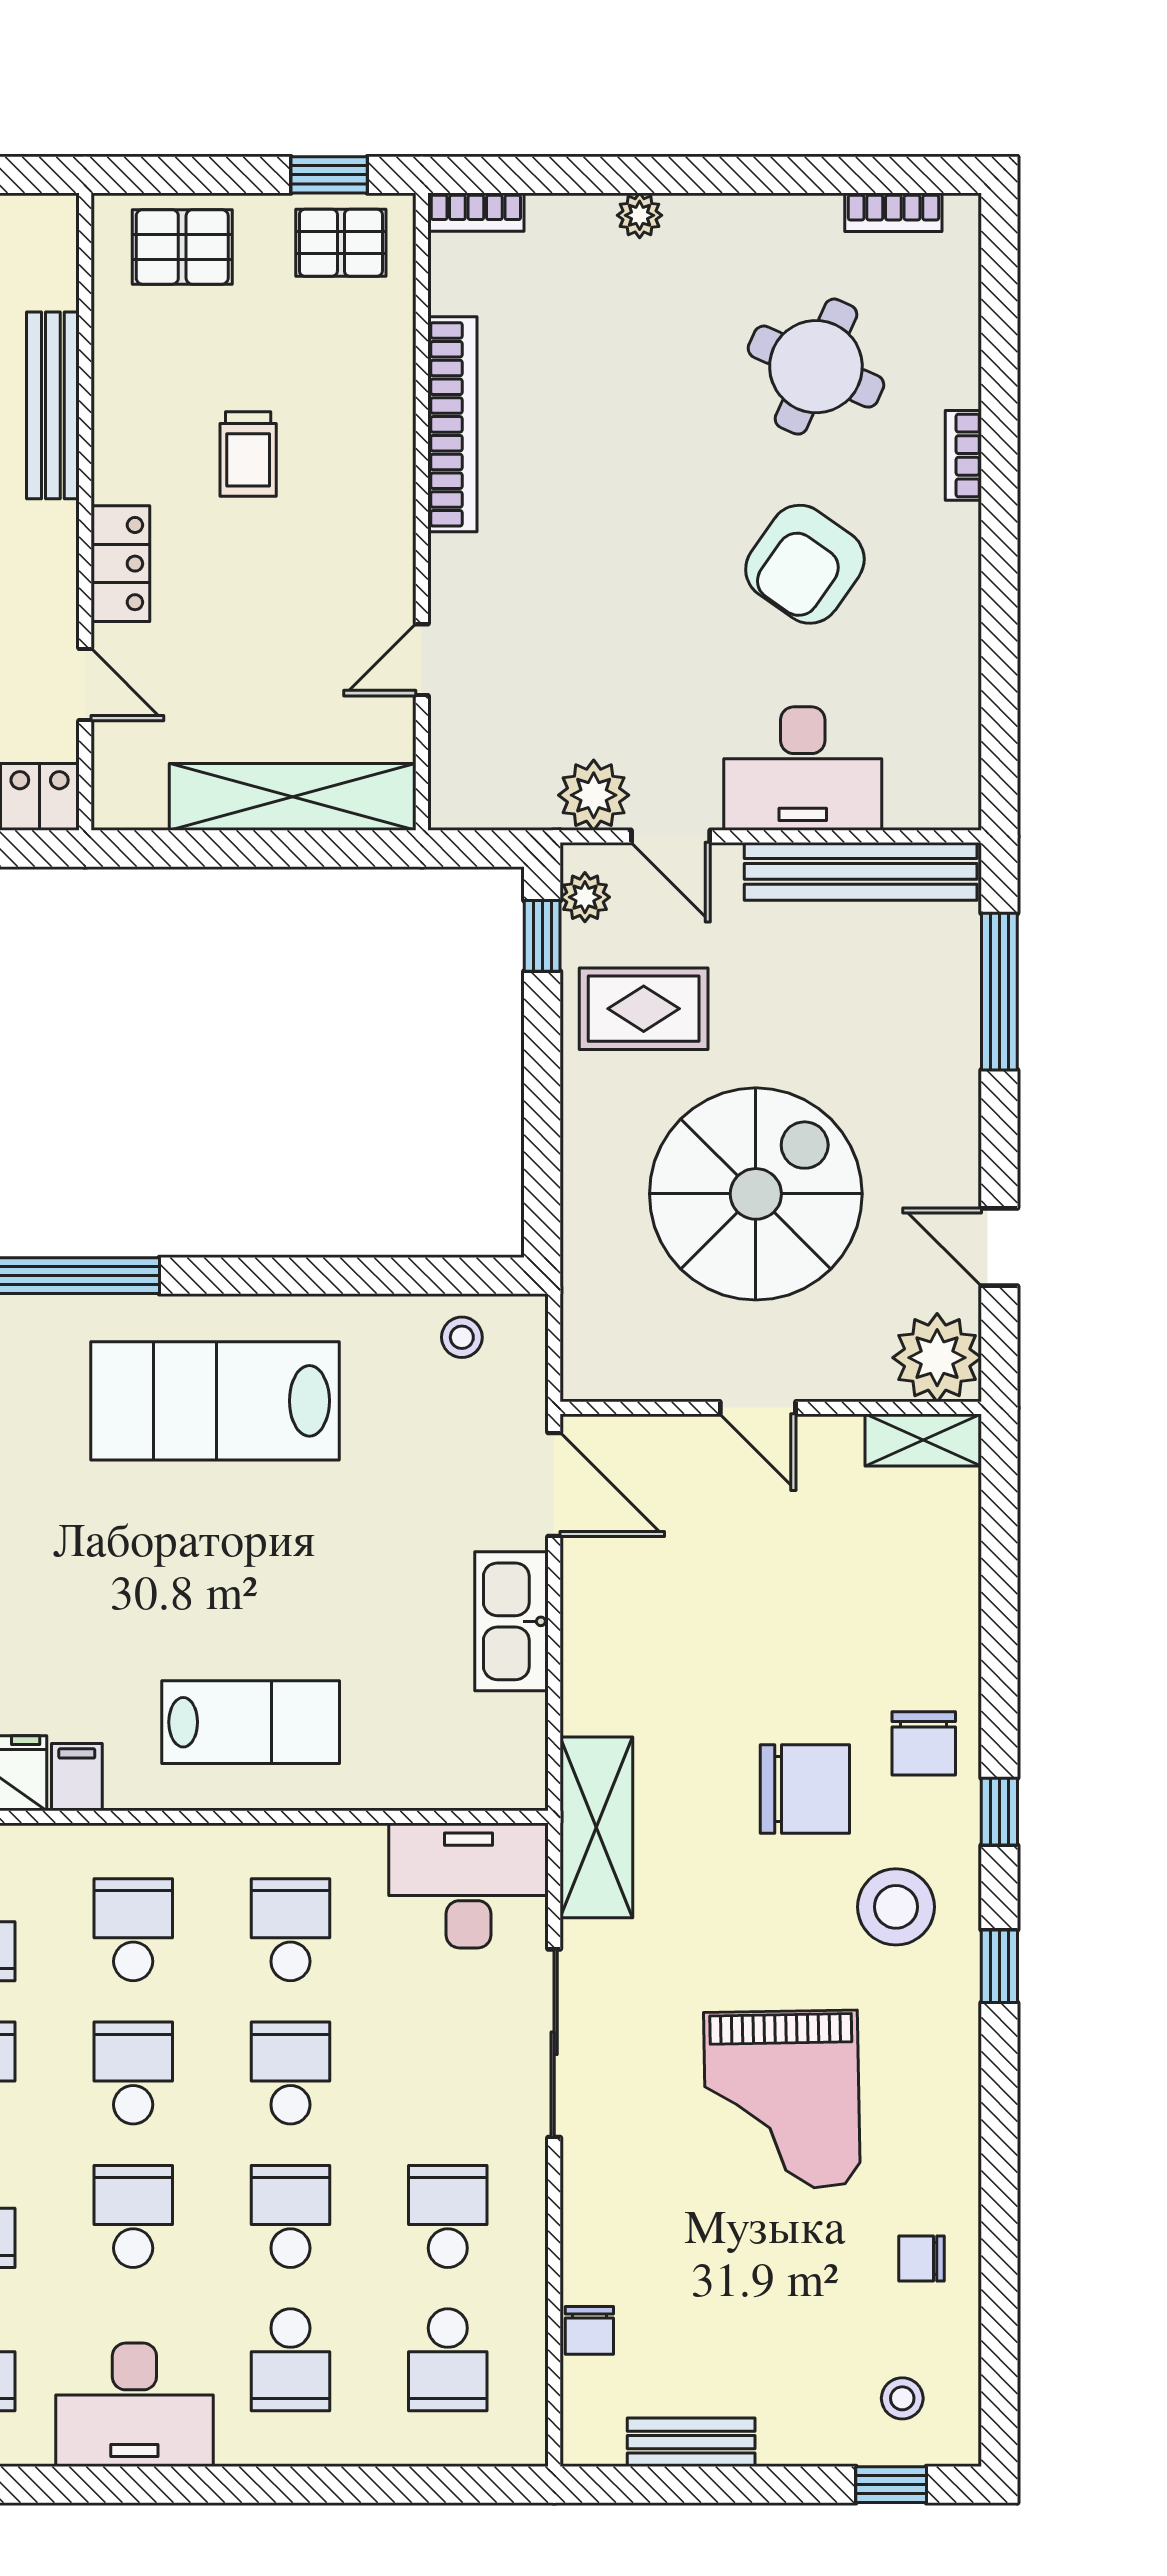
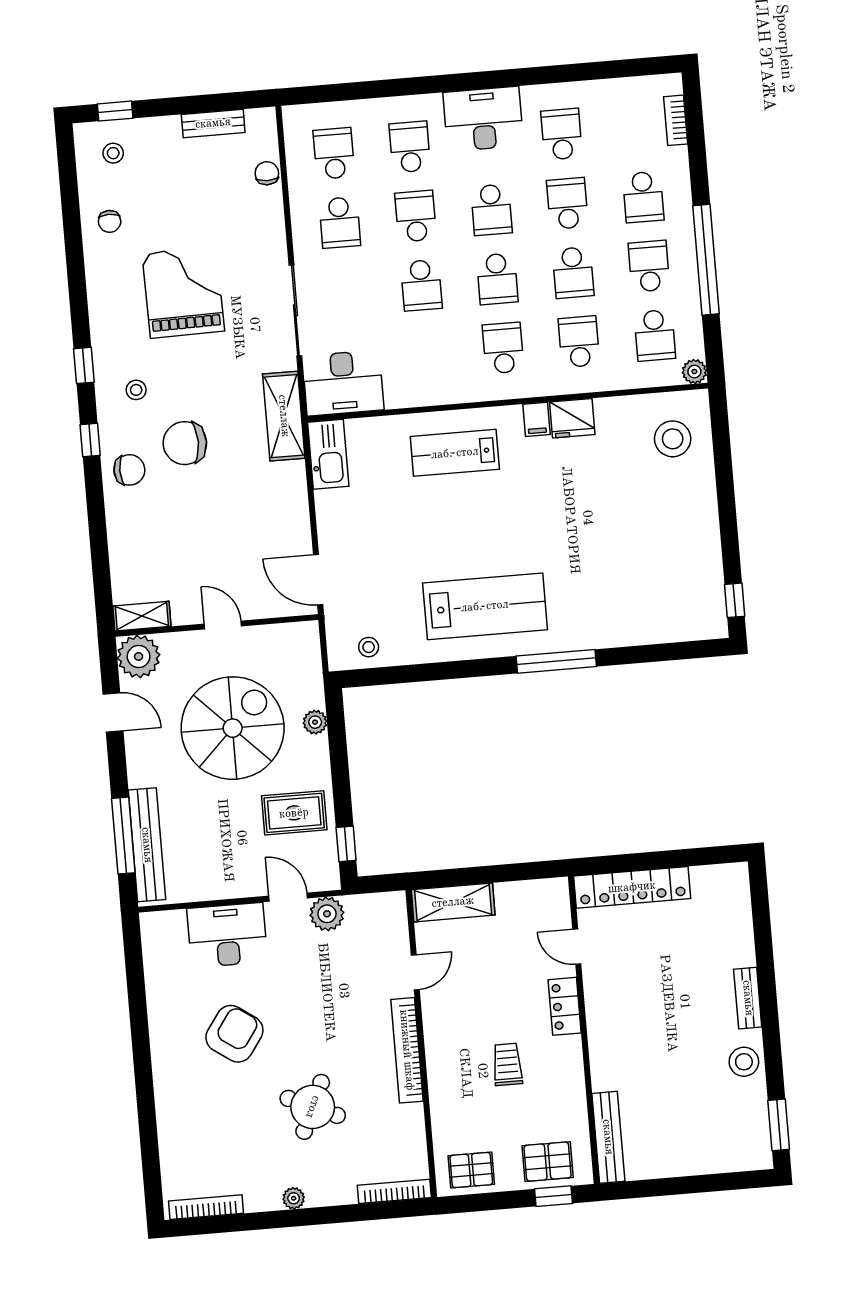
window: (329, 175) -> (553, 1196), moved
bookcase: (476, 212) -> (394, 1191), width x1.56
bookcase: (893, 212) -> (206, 1207), width x1.56
plant: (640, 215) -> (294, 1198), moved
round table: (816, 367) -> (313, 1107), moved
bench: (53, 405) -> (608, 1137), moved
bookcase: (452, 424) -> (407, 1050), moved
bookcase: (963, 455) -> (162, 1093), removed
shelving: (293, 797) -> (453, 902), width x0.68
bench: (861, 871) -> (147, 845), moved, turned 90
plant: (585, 897) -> (315, 722), moved
spiral stairs: (756, 1194) -> (233, 728), turned 180
kitchen sink: (511, 1621) -> (328, 454), moved
chair: (924, 1743) -> (129, 470), turned 90
stool: (896, 1907) -> (136, 390), width x0.53, depth x0.53
school desk: (133, 1930) -> (503, 348), turned 180
school desk: (290, 1930) -> (427, 354), removed
school desk: (290, 2216) -> (416, 216), turned 180
chair: (921, 2258) -> (110, 221), turned 90

